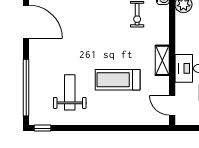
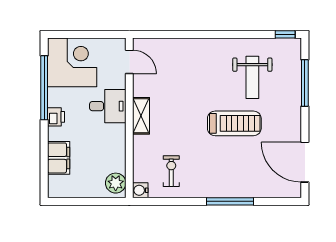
treadmill: (118, 80) -> (234, 123), moved
window: (26, 88) -> (305, 83), width x0.68

